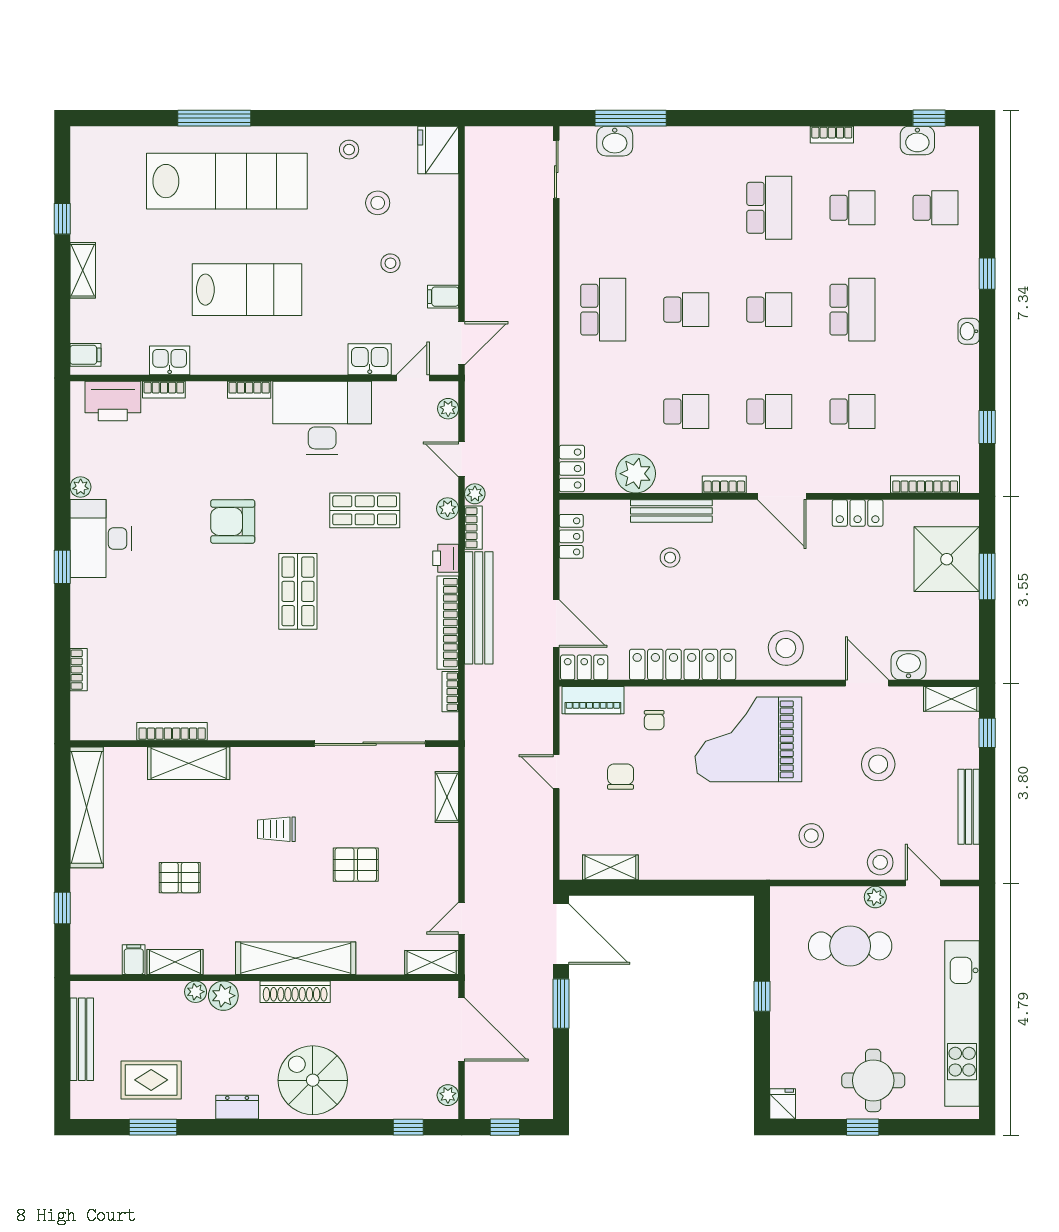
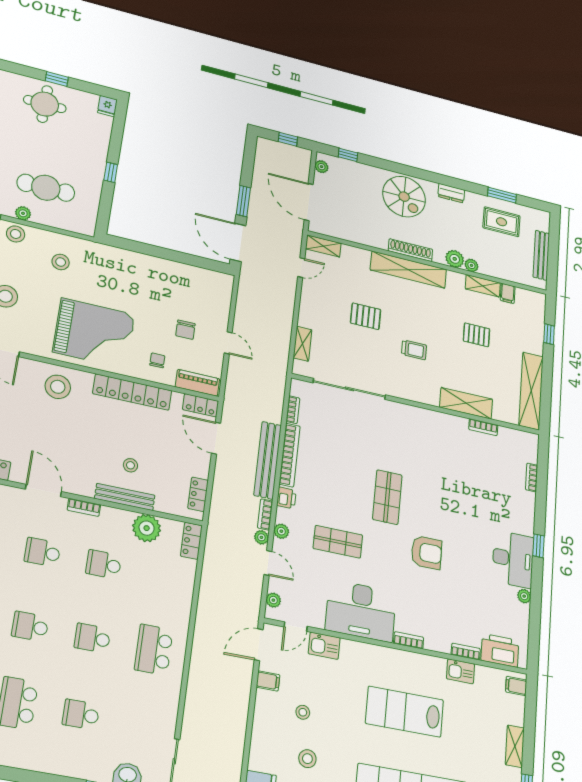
school desk: (686, 208) -> (81, 714), added
bookcase: (172, 731) -> (483, 427), width x0.64
shelving: (610, 867) -> (200, 275), removed

